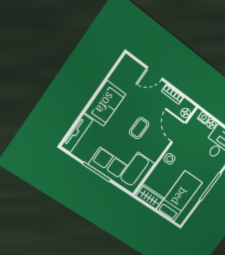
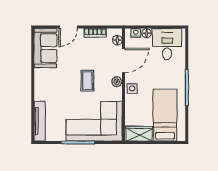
sofa: (105, 103) -> (45, 48), moved
door: (179, 132) -> (124, 60), swing flipped
plant: (162, 145) -> (117, 82), added

